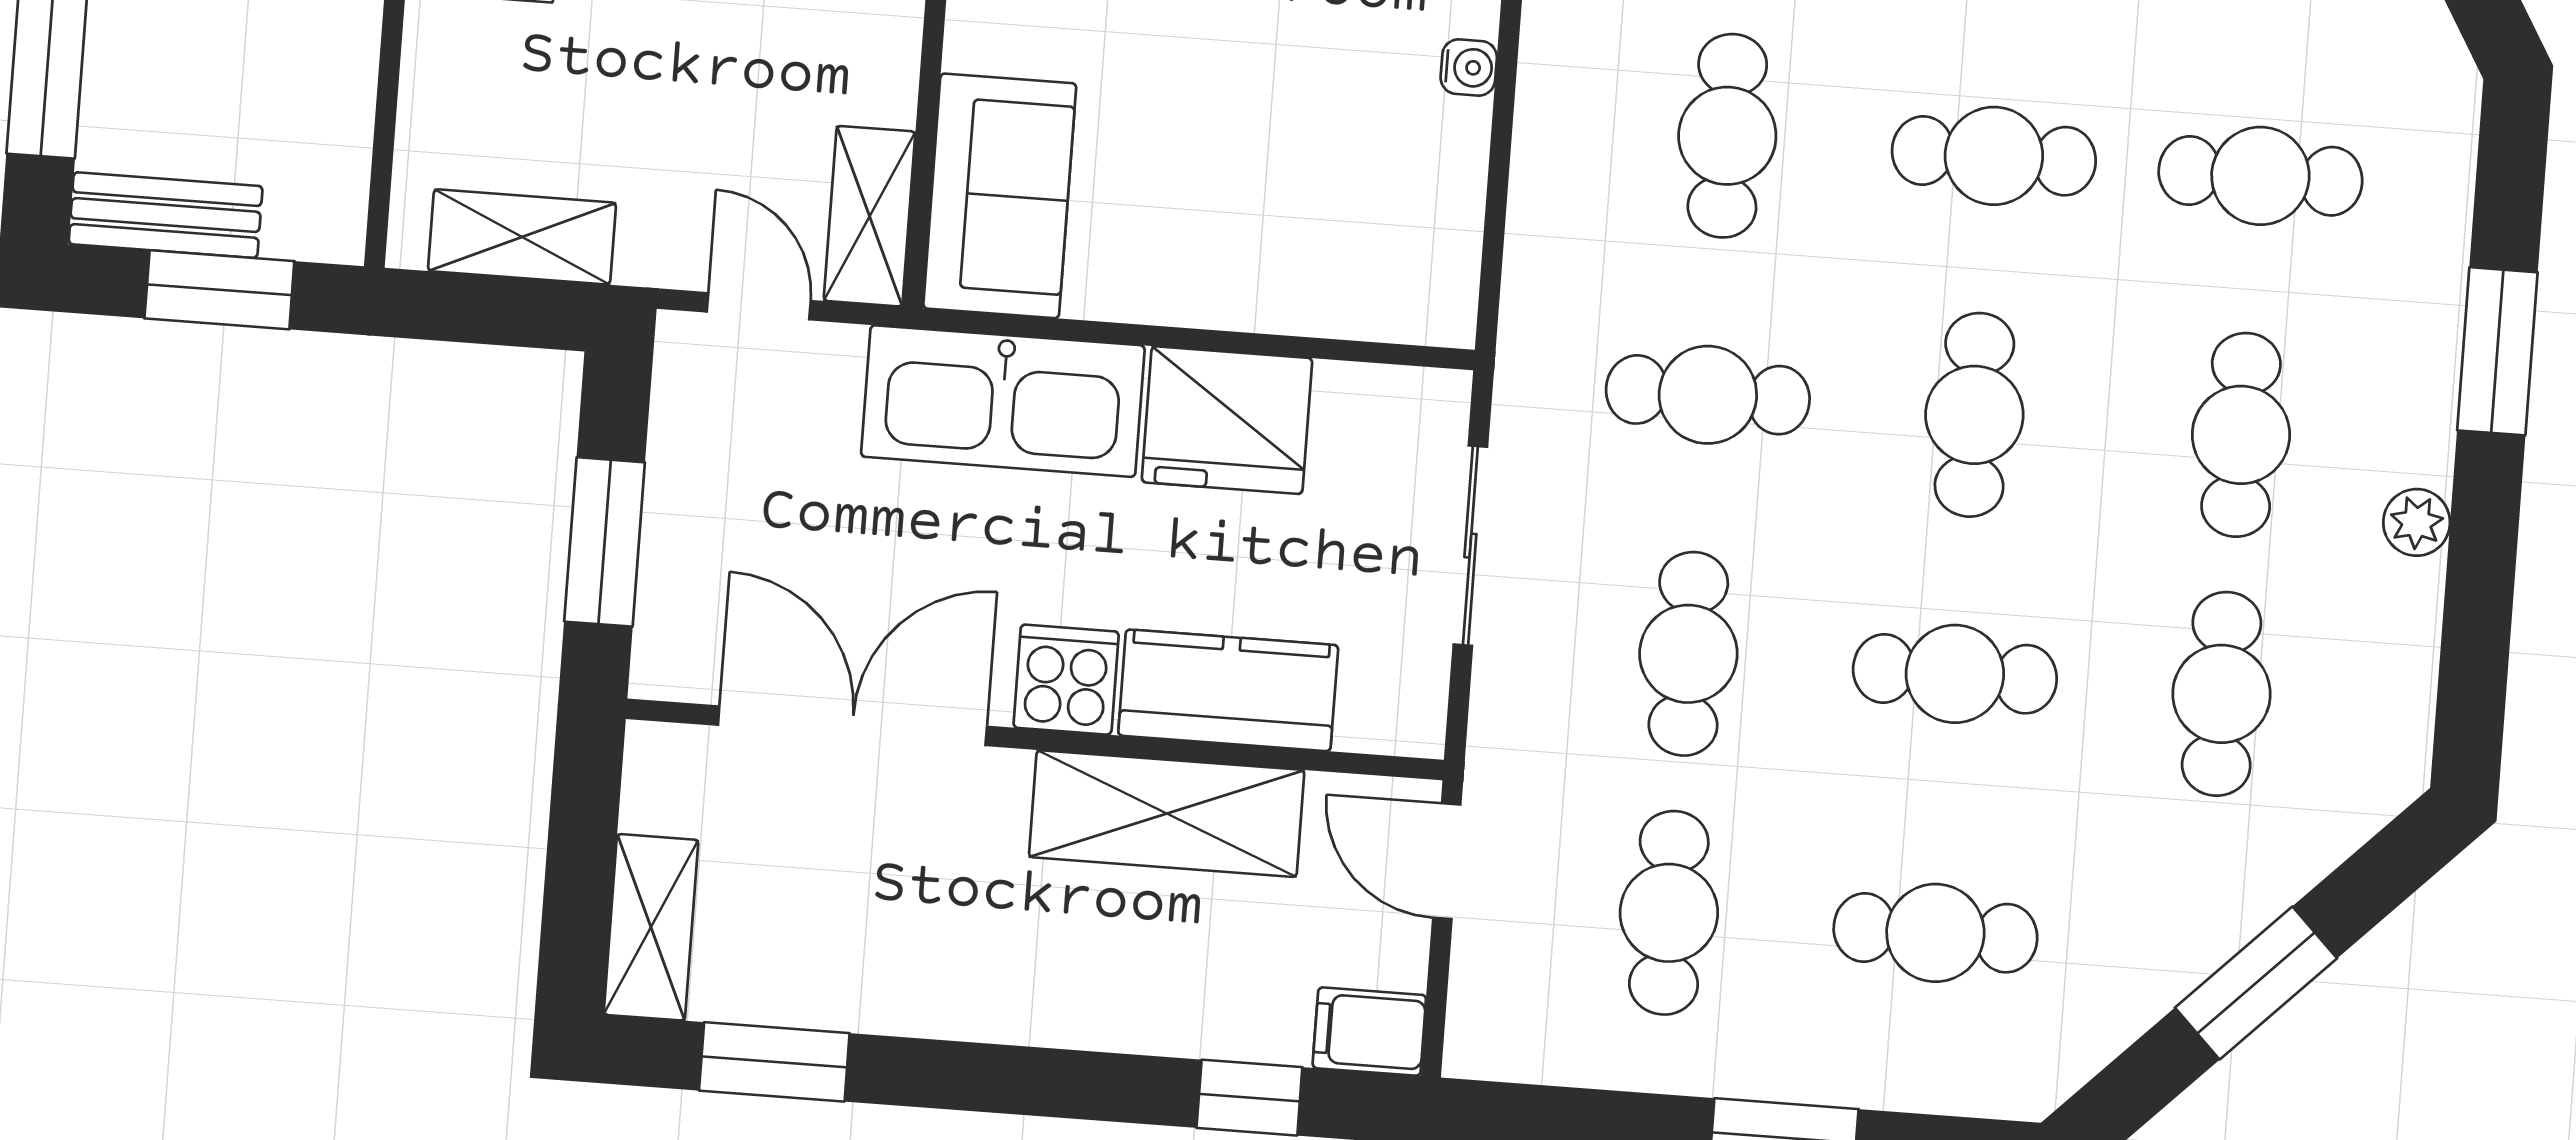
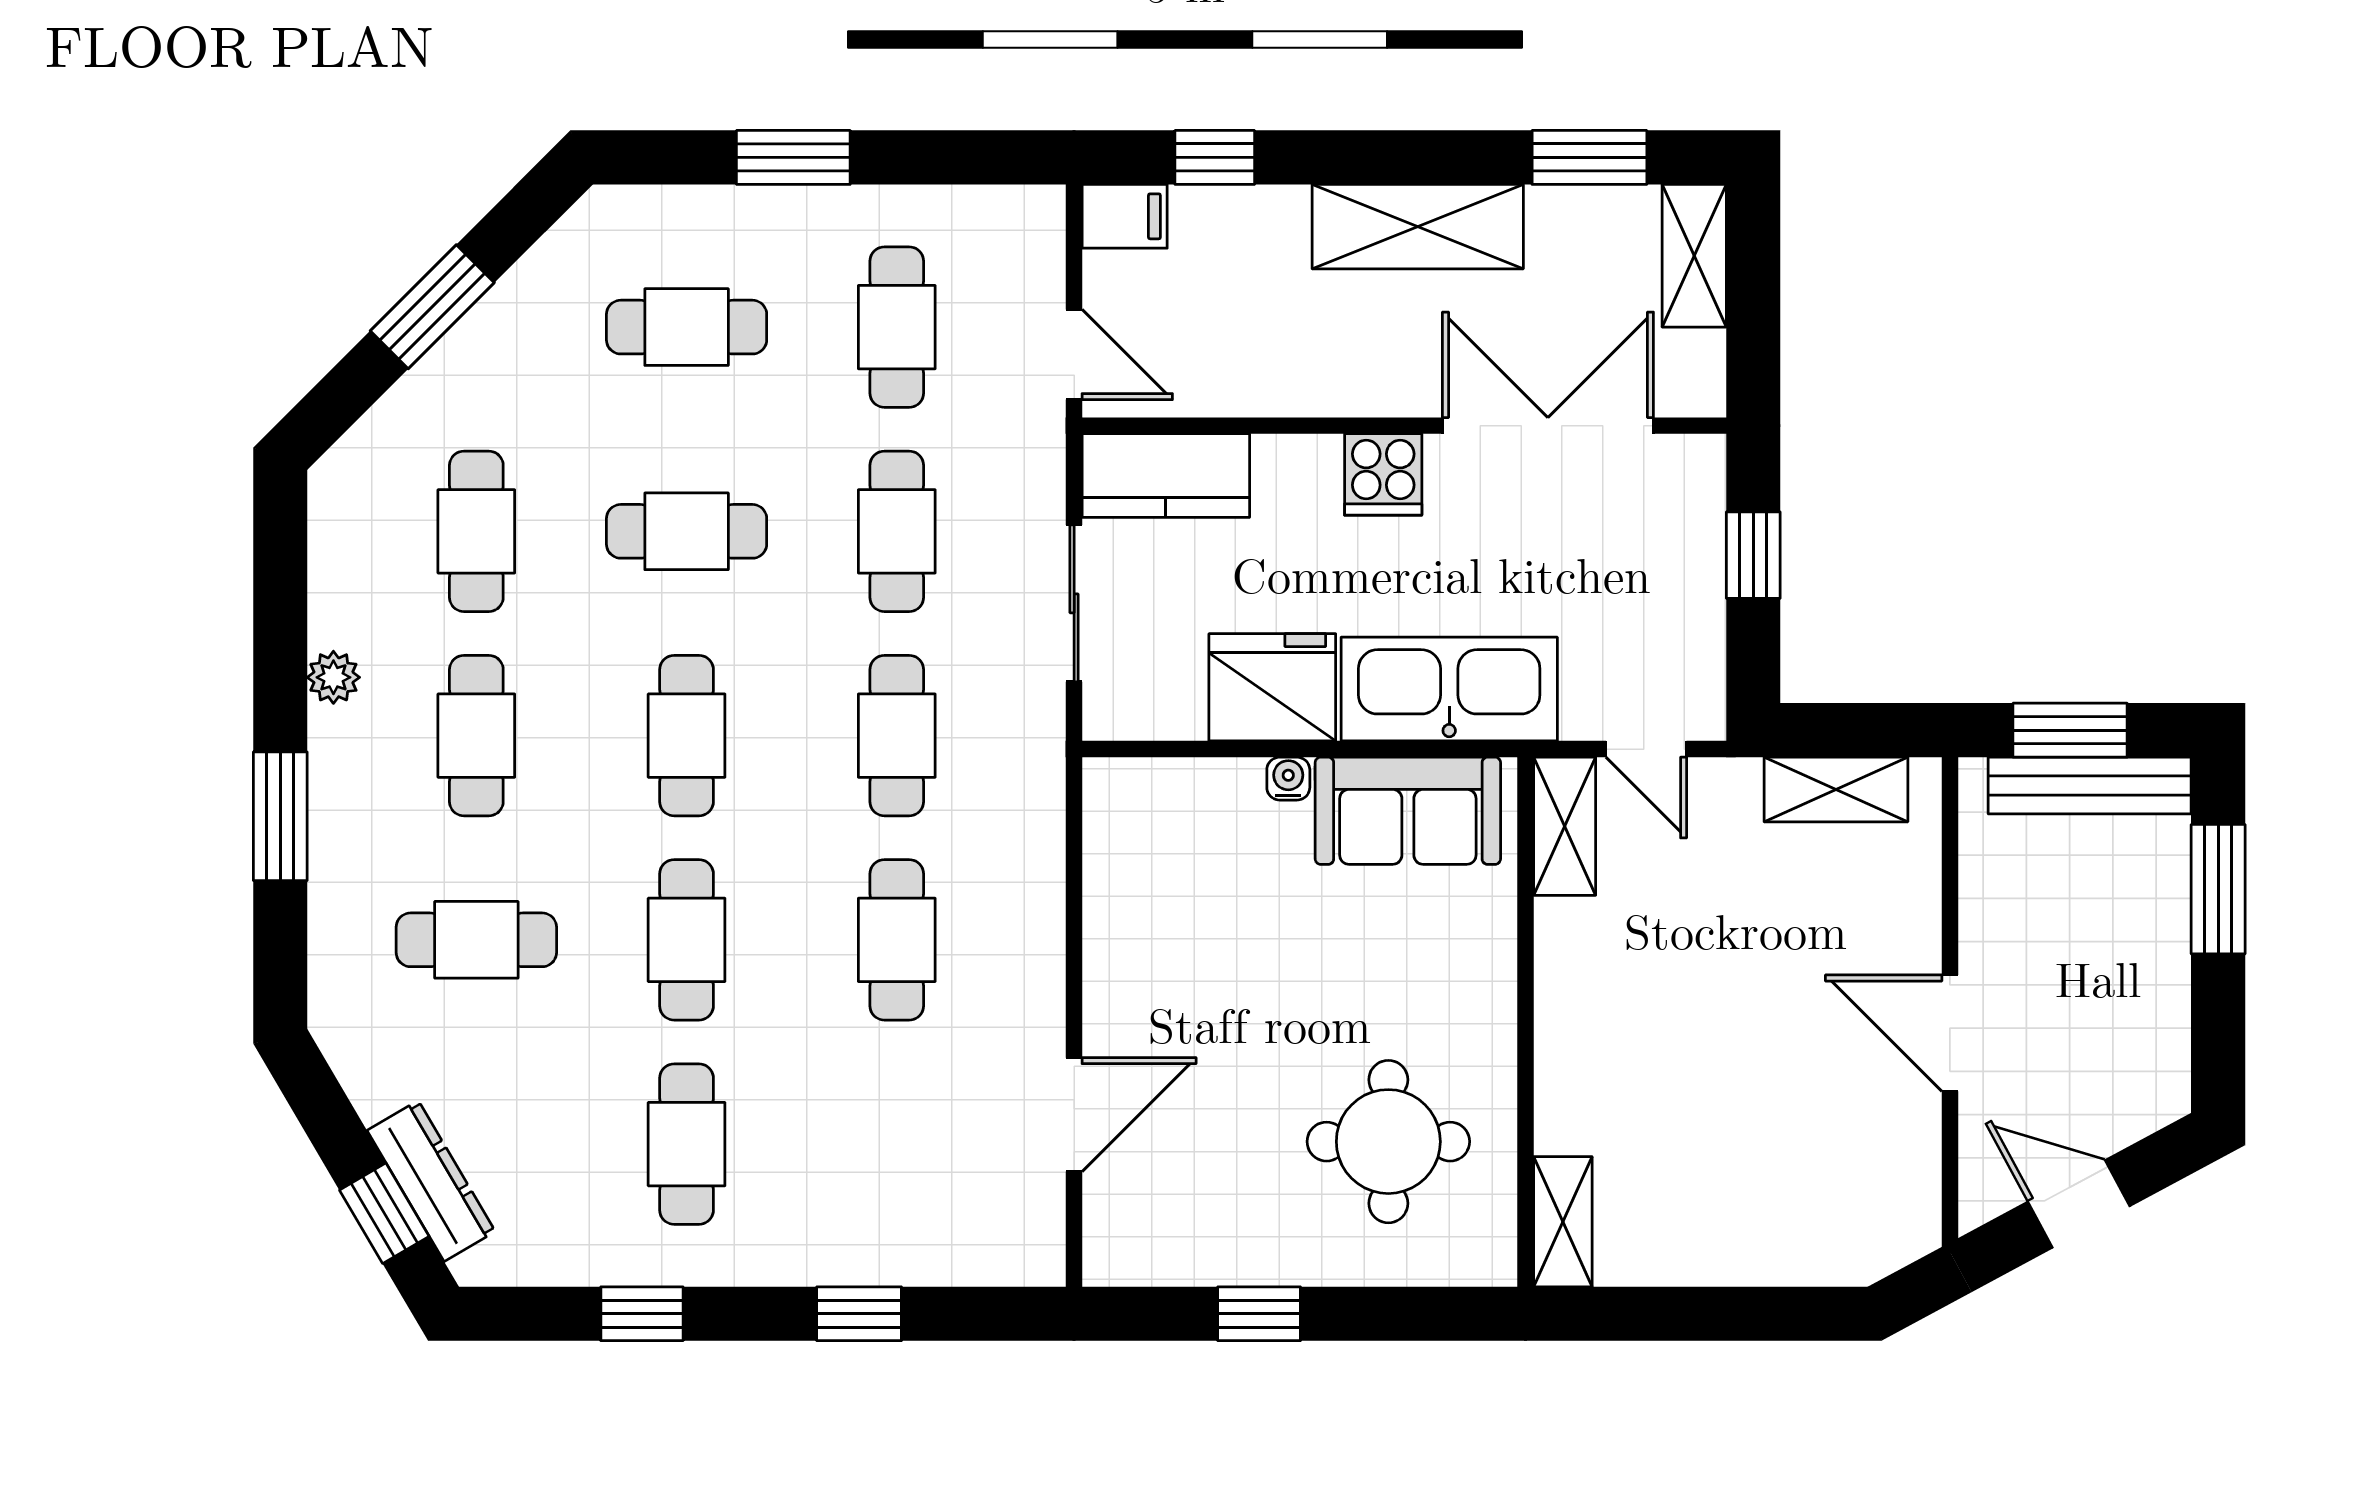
water cooler: (1469, 67) -> (1288, 779), moved, turned 90
cafe table: (1994, 156) -> (687, 940), turned 90
sofa: (1000, 196) -> (1408, 811), moved, turned -90
bench: (166, 215) -> (2090, 786), width x1.36
cafe table: (1708, 395) -> (897, 736), turned 90
window: (605, 542) -> (1753, 555), width x0.67
kitchen counter: (1228, 690) -> (1166, 476), moved
double door: (852, 726) -> (1548, 426), swing flipped
shelving: (1167, 814) -> (1418, 227), moved

